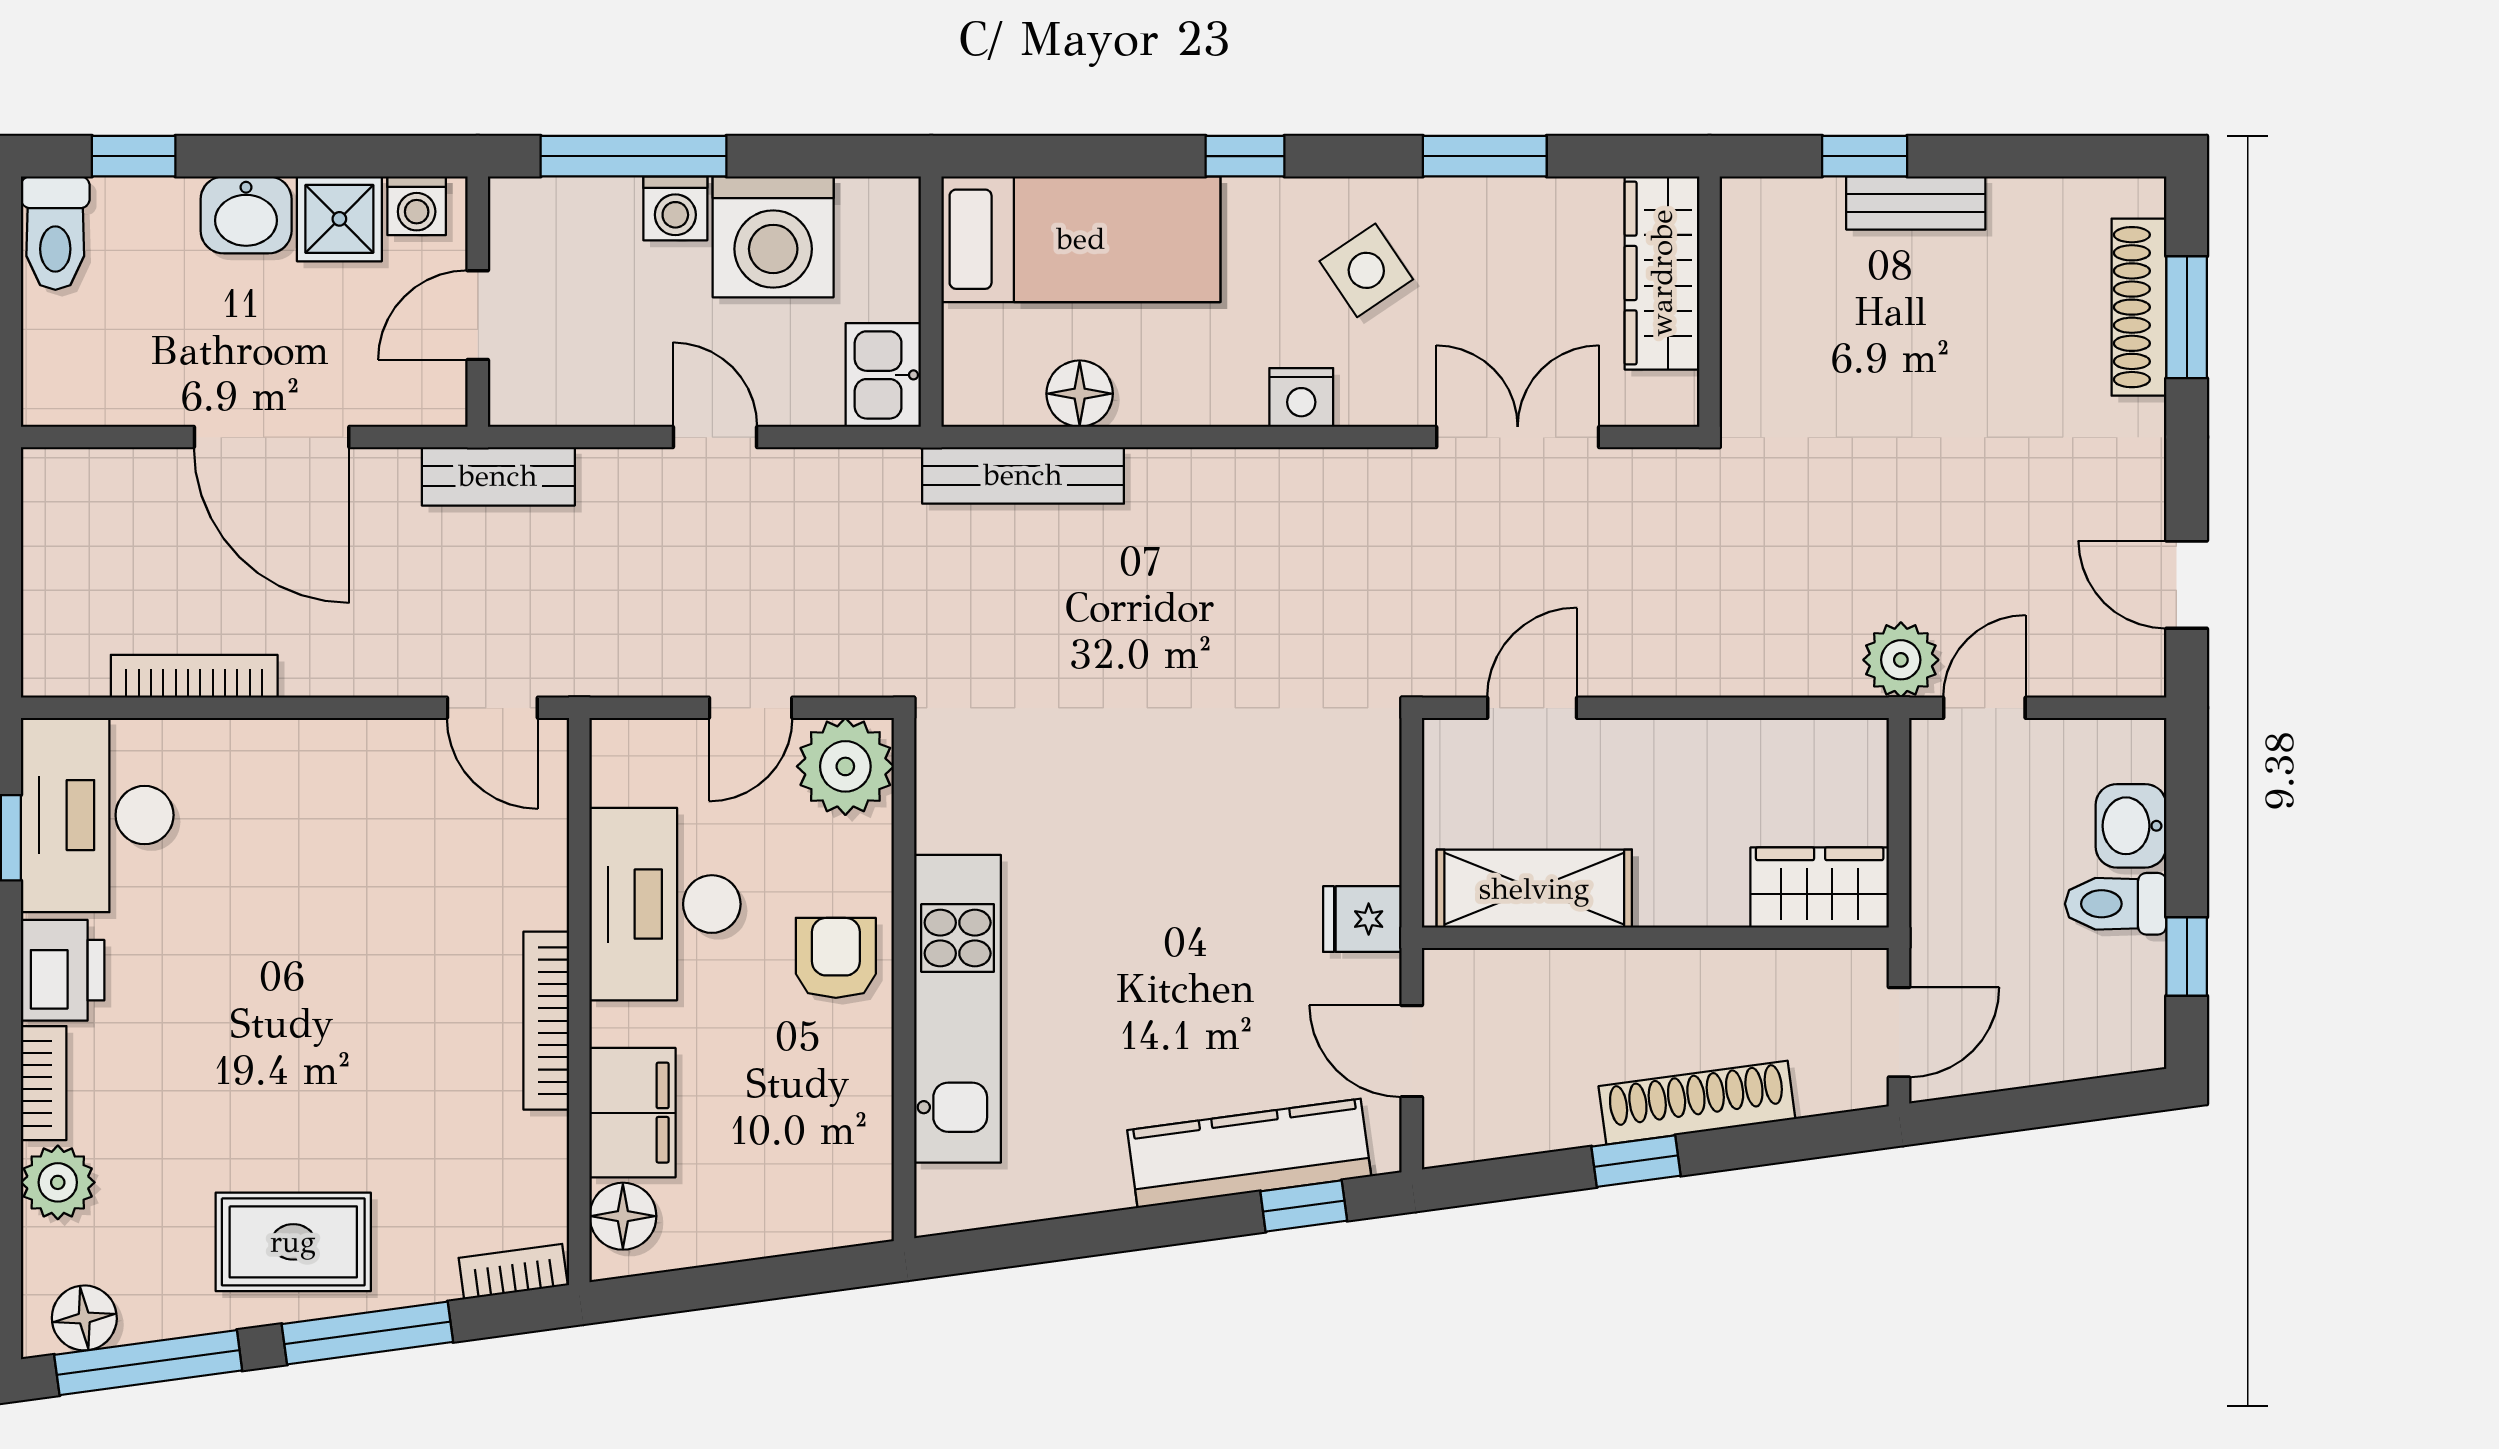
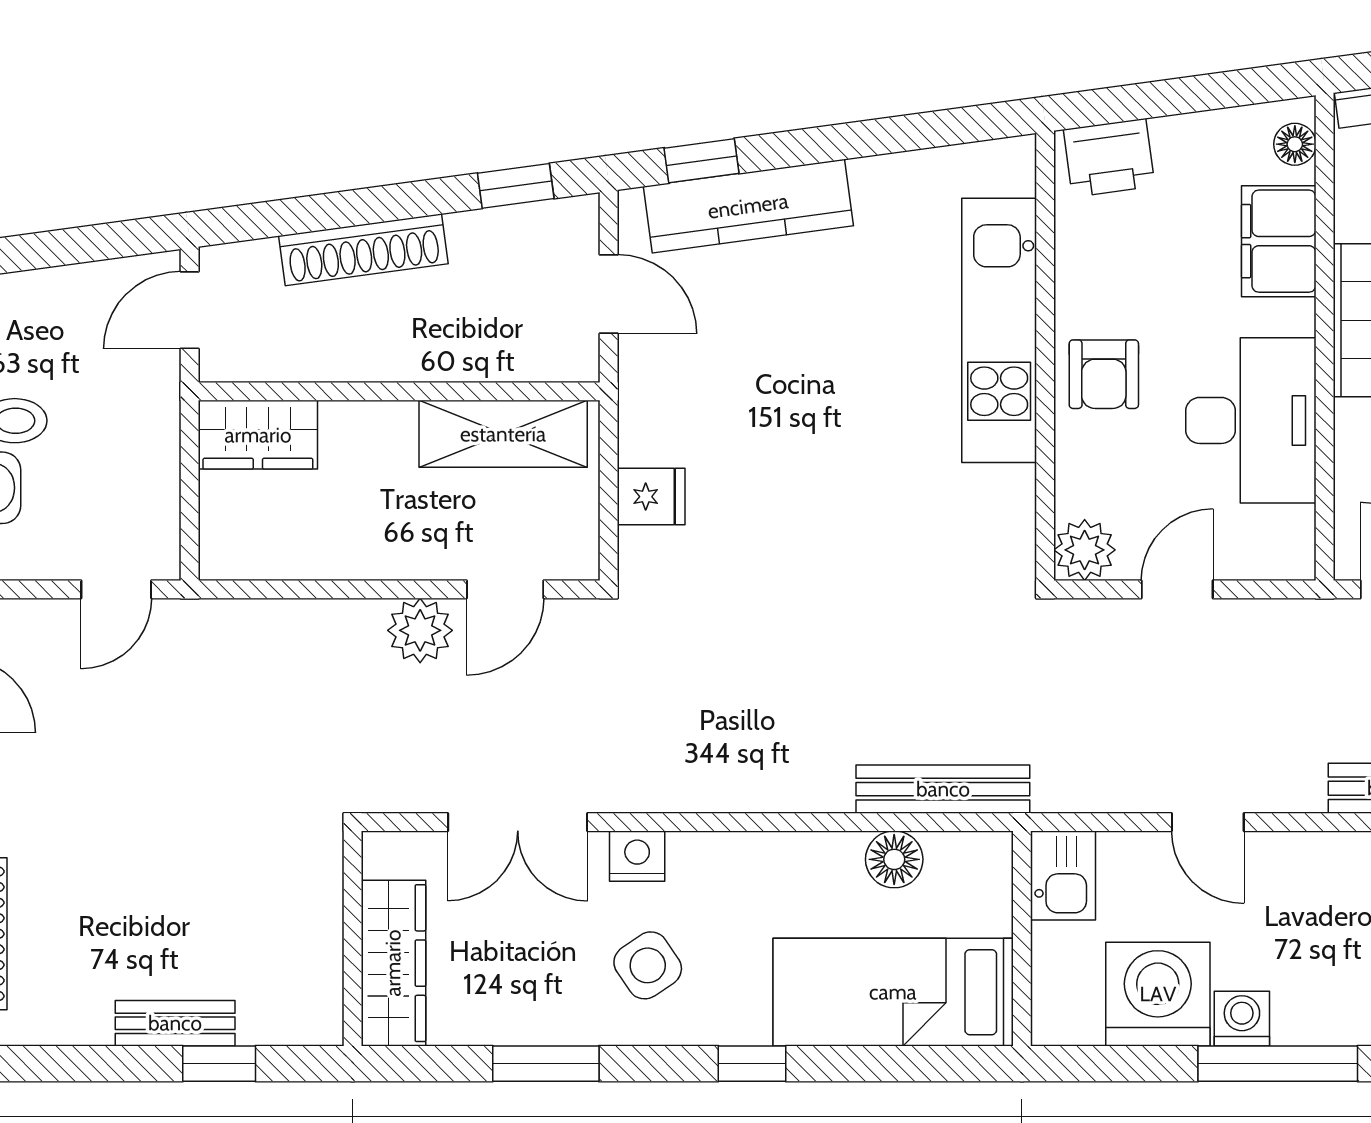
nightstand: (1301, 397) -> (637, 856), moved
plant: (1901, 660) -> (420, 630), moved
plant: (845, 766) -> (1085, 550), width x0.73, depth x0.73
fridge: (1362, 919) -> (651, 497), moved
window: (1636, 1161) -> (516, 186), moved
printer: (830, 1209) -> (1109, 158), added
floor lamp: (623, 1216) -> (1295, 144), width x0.73, depth x0.73

